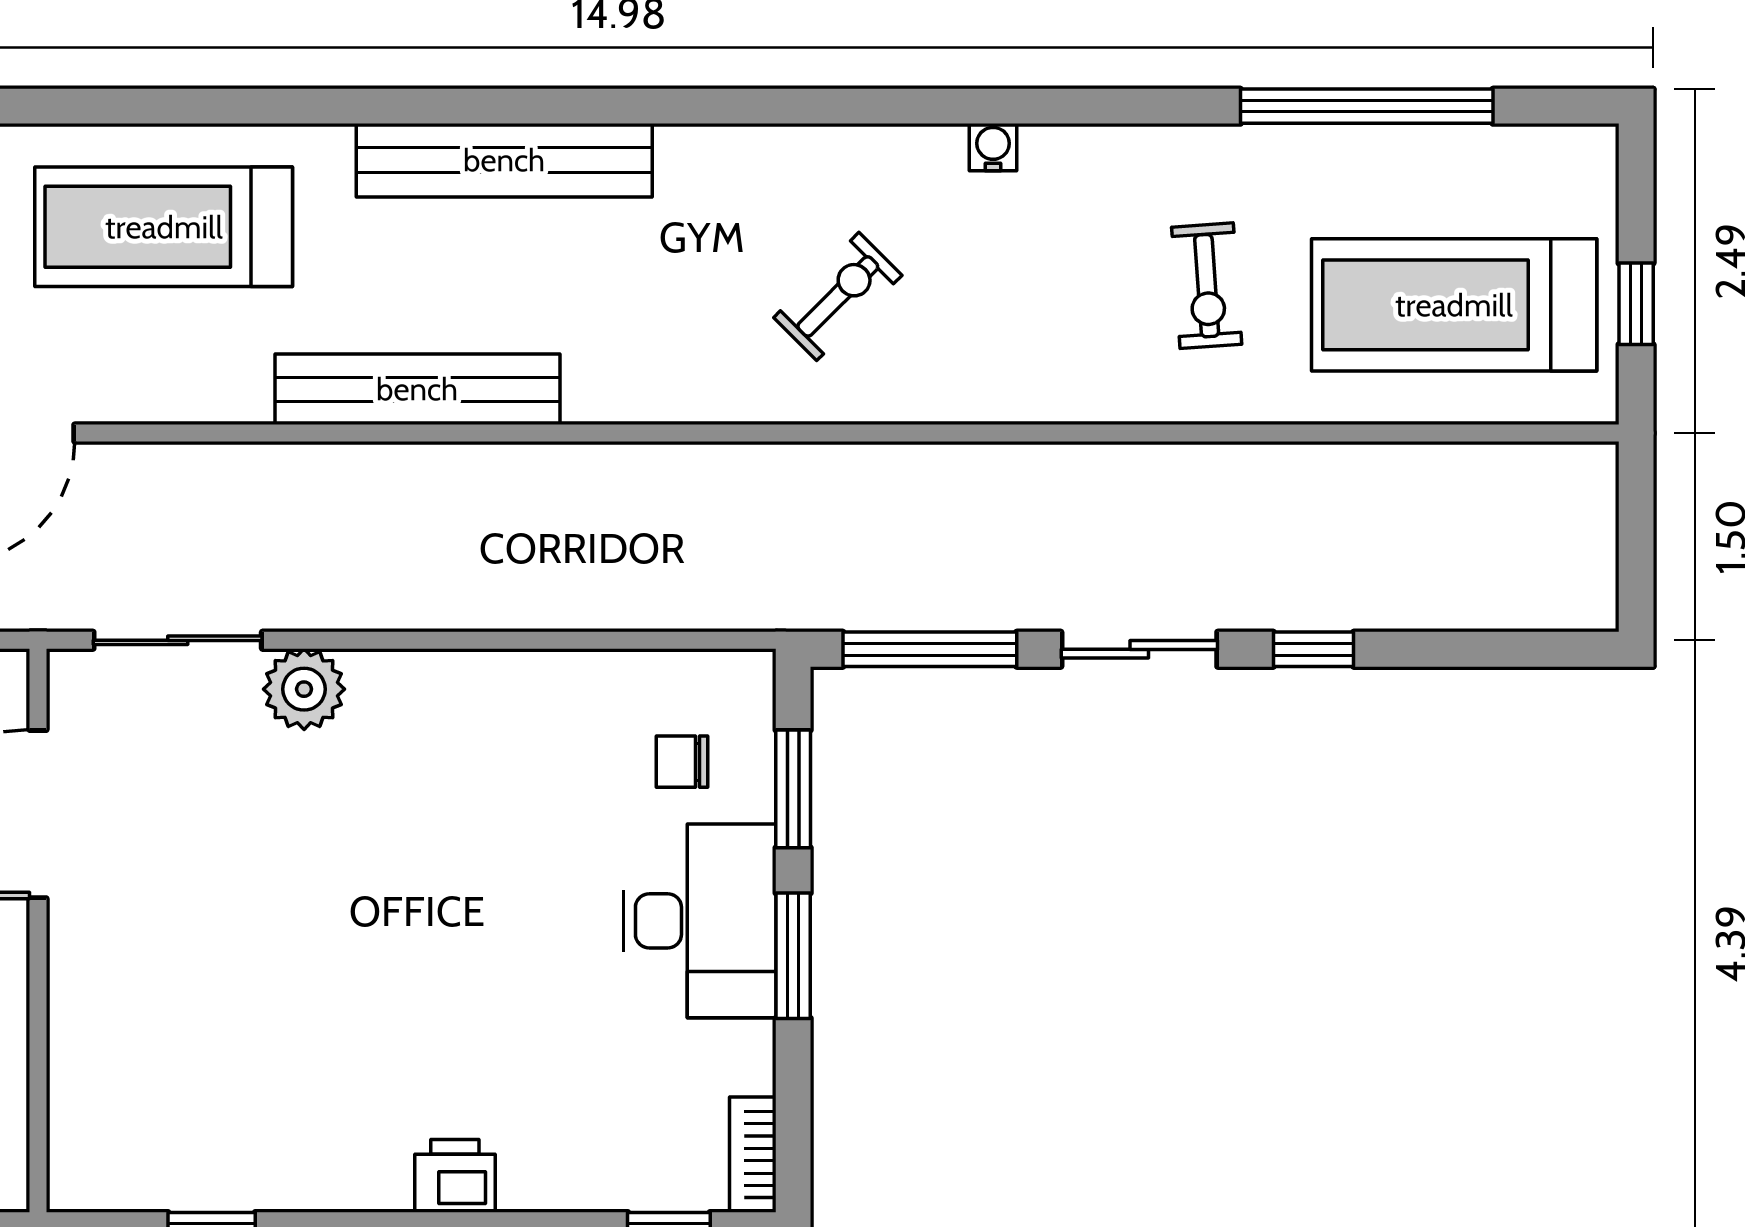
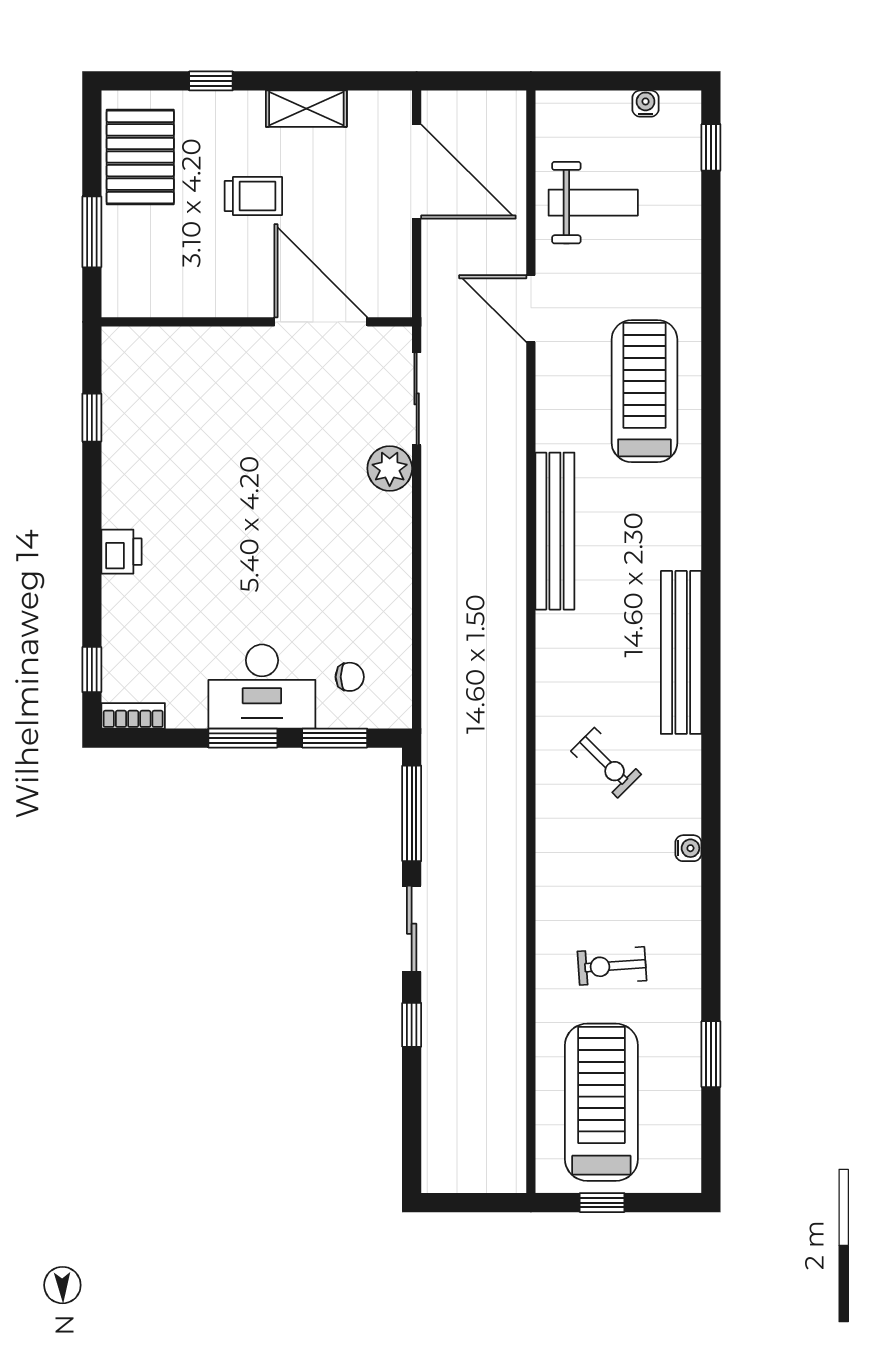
window: (1367, 106) -> (711, 1054), width x0.47
bench: (504, 160) -> (681, 652), moved
chair: (682, 762) -> (350, 677), turned 90

